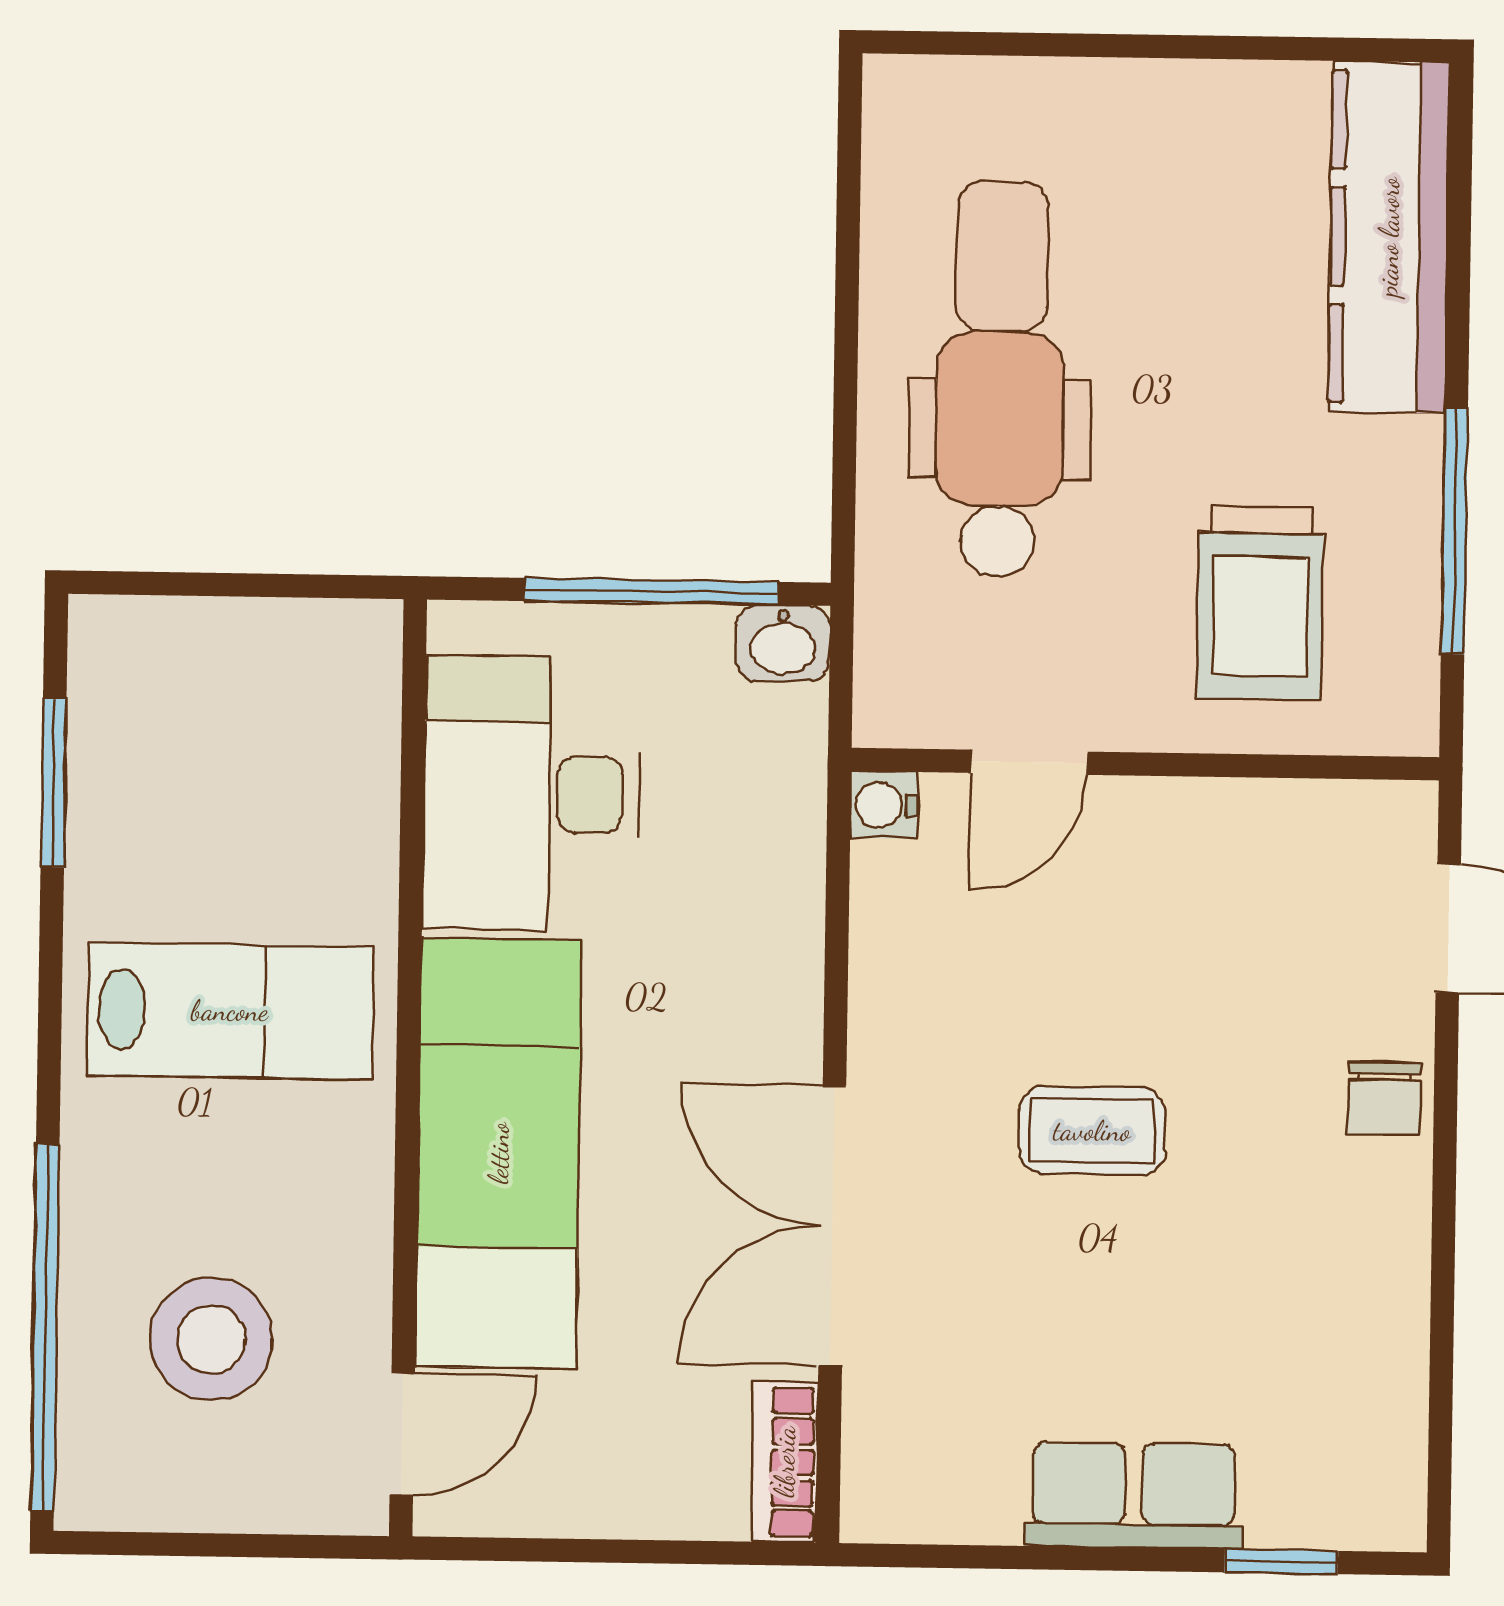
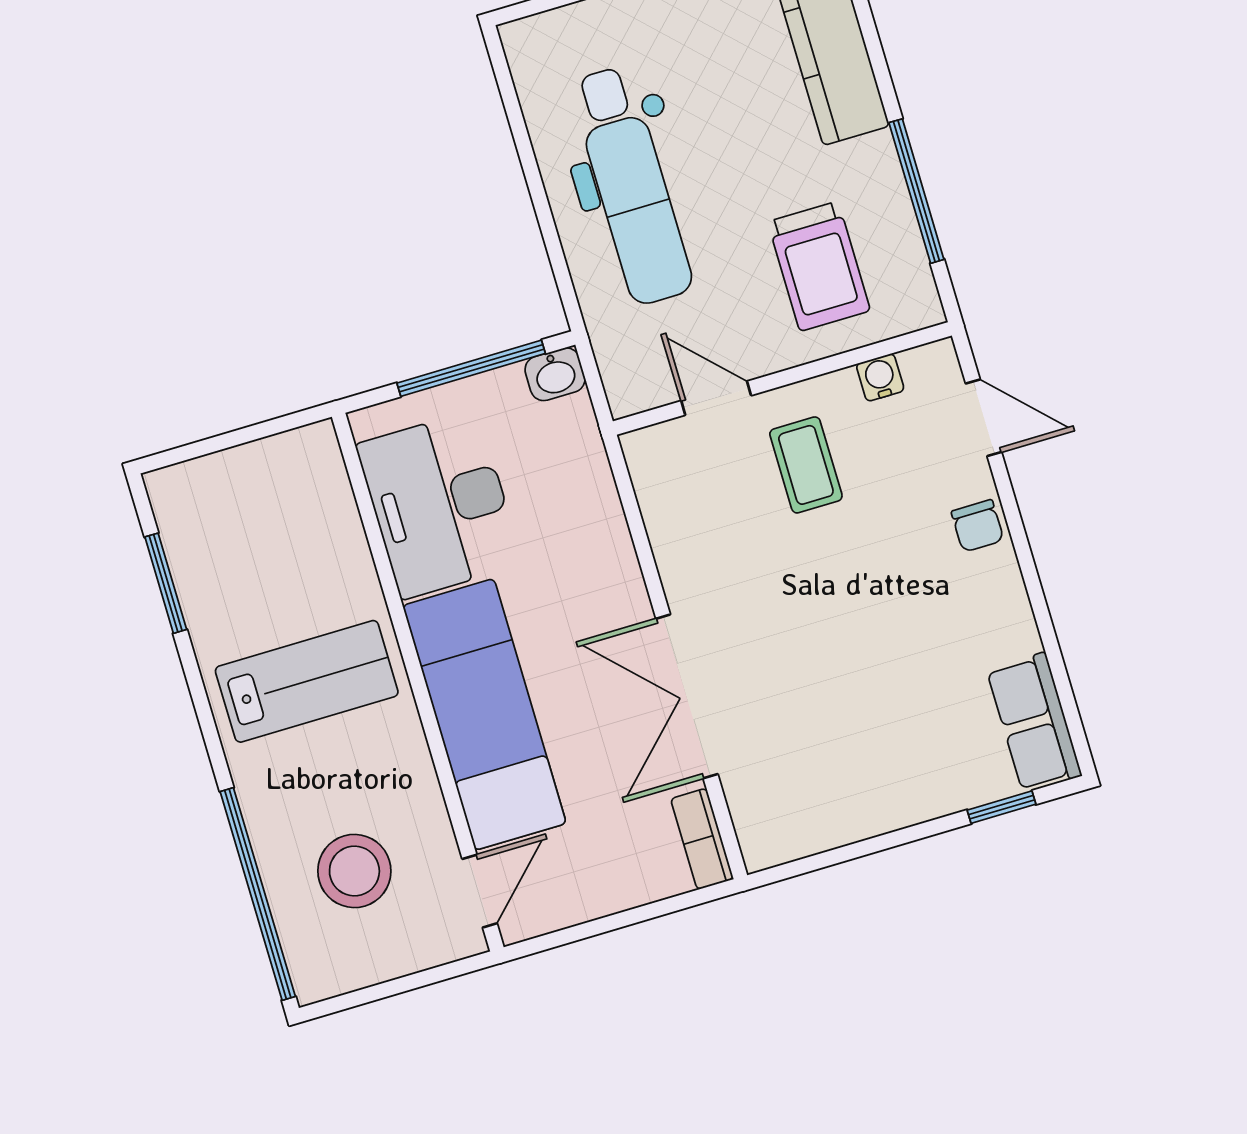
dental chair: (1000, 379) -> (632, 186), turned 180
door: (1029, 762) -> (716, 398), swing flipped
water cooler: (884, 805) -> (880, 377), moved, turned 90
coffee table: (1092, 1131) -> (806, 465), moved, turned 90
row of seats: (1134, 1495) -> (1034, 722), moved, turned -90

